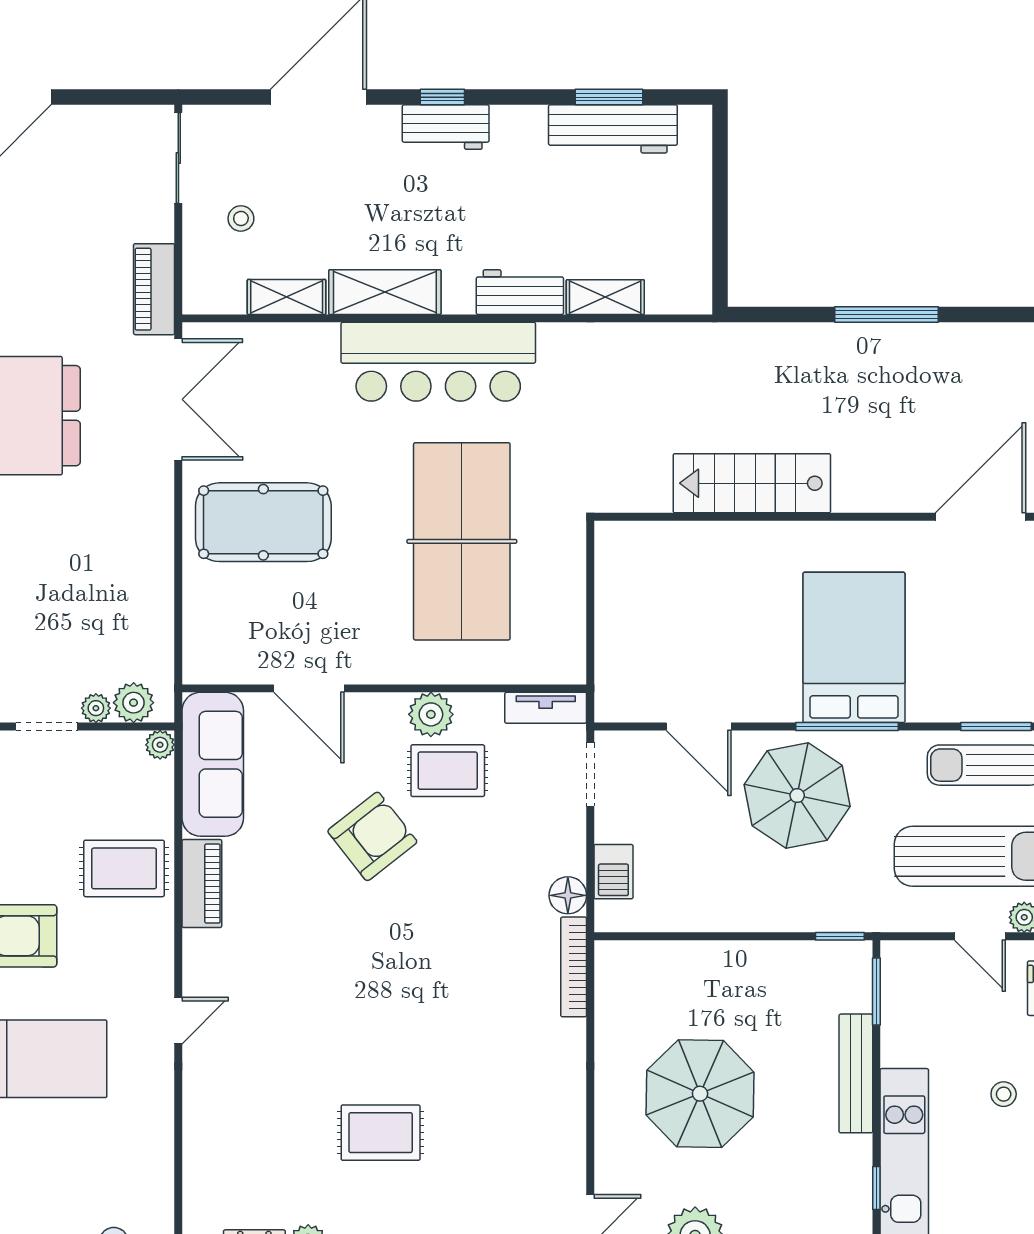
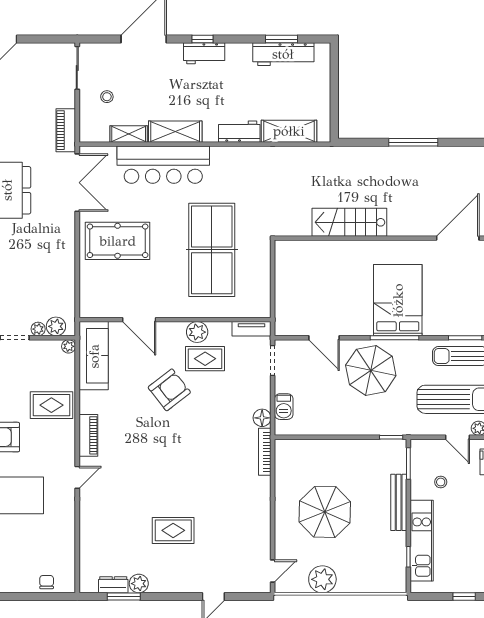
shelving: (605, 297) -> (289, 131), width x1.50, depth x1.33
bar counter: (438, 362) -> (163, 165), moved
piano: (202, 884) -> (88, 435), moved
stool: (1004, 1094) -> (441, 482), moved

